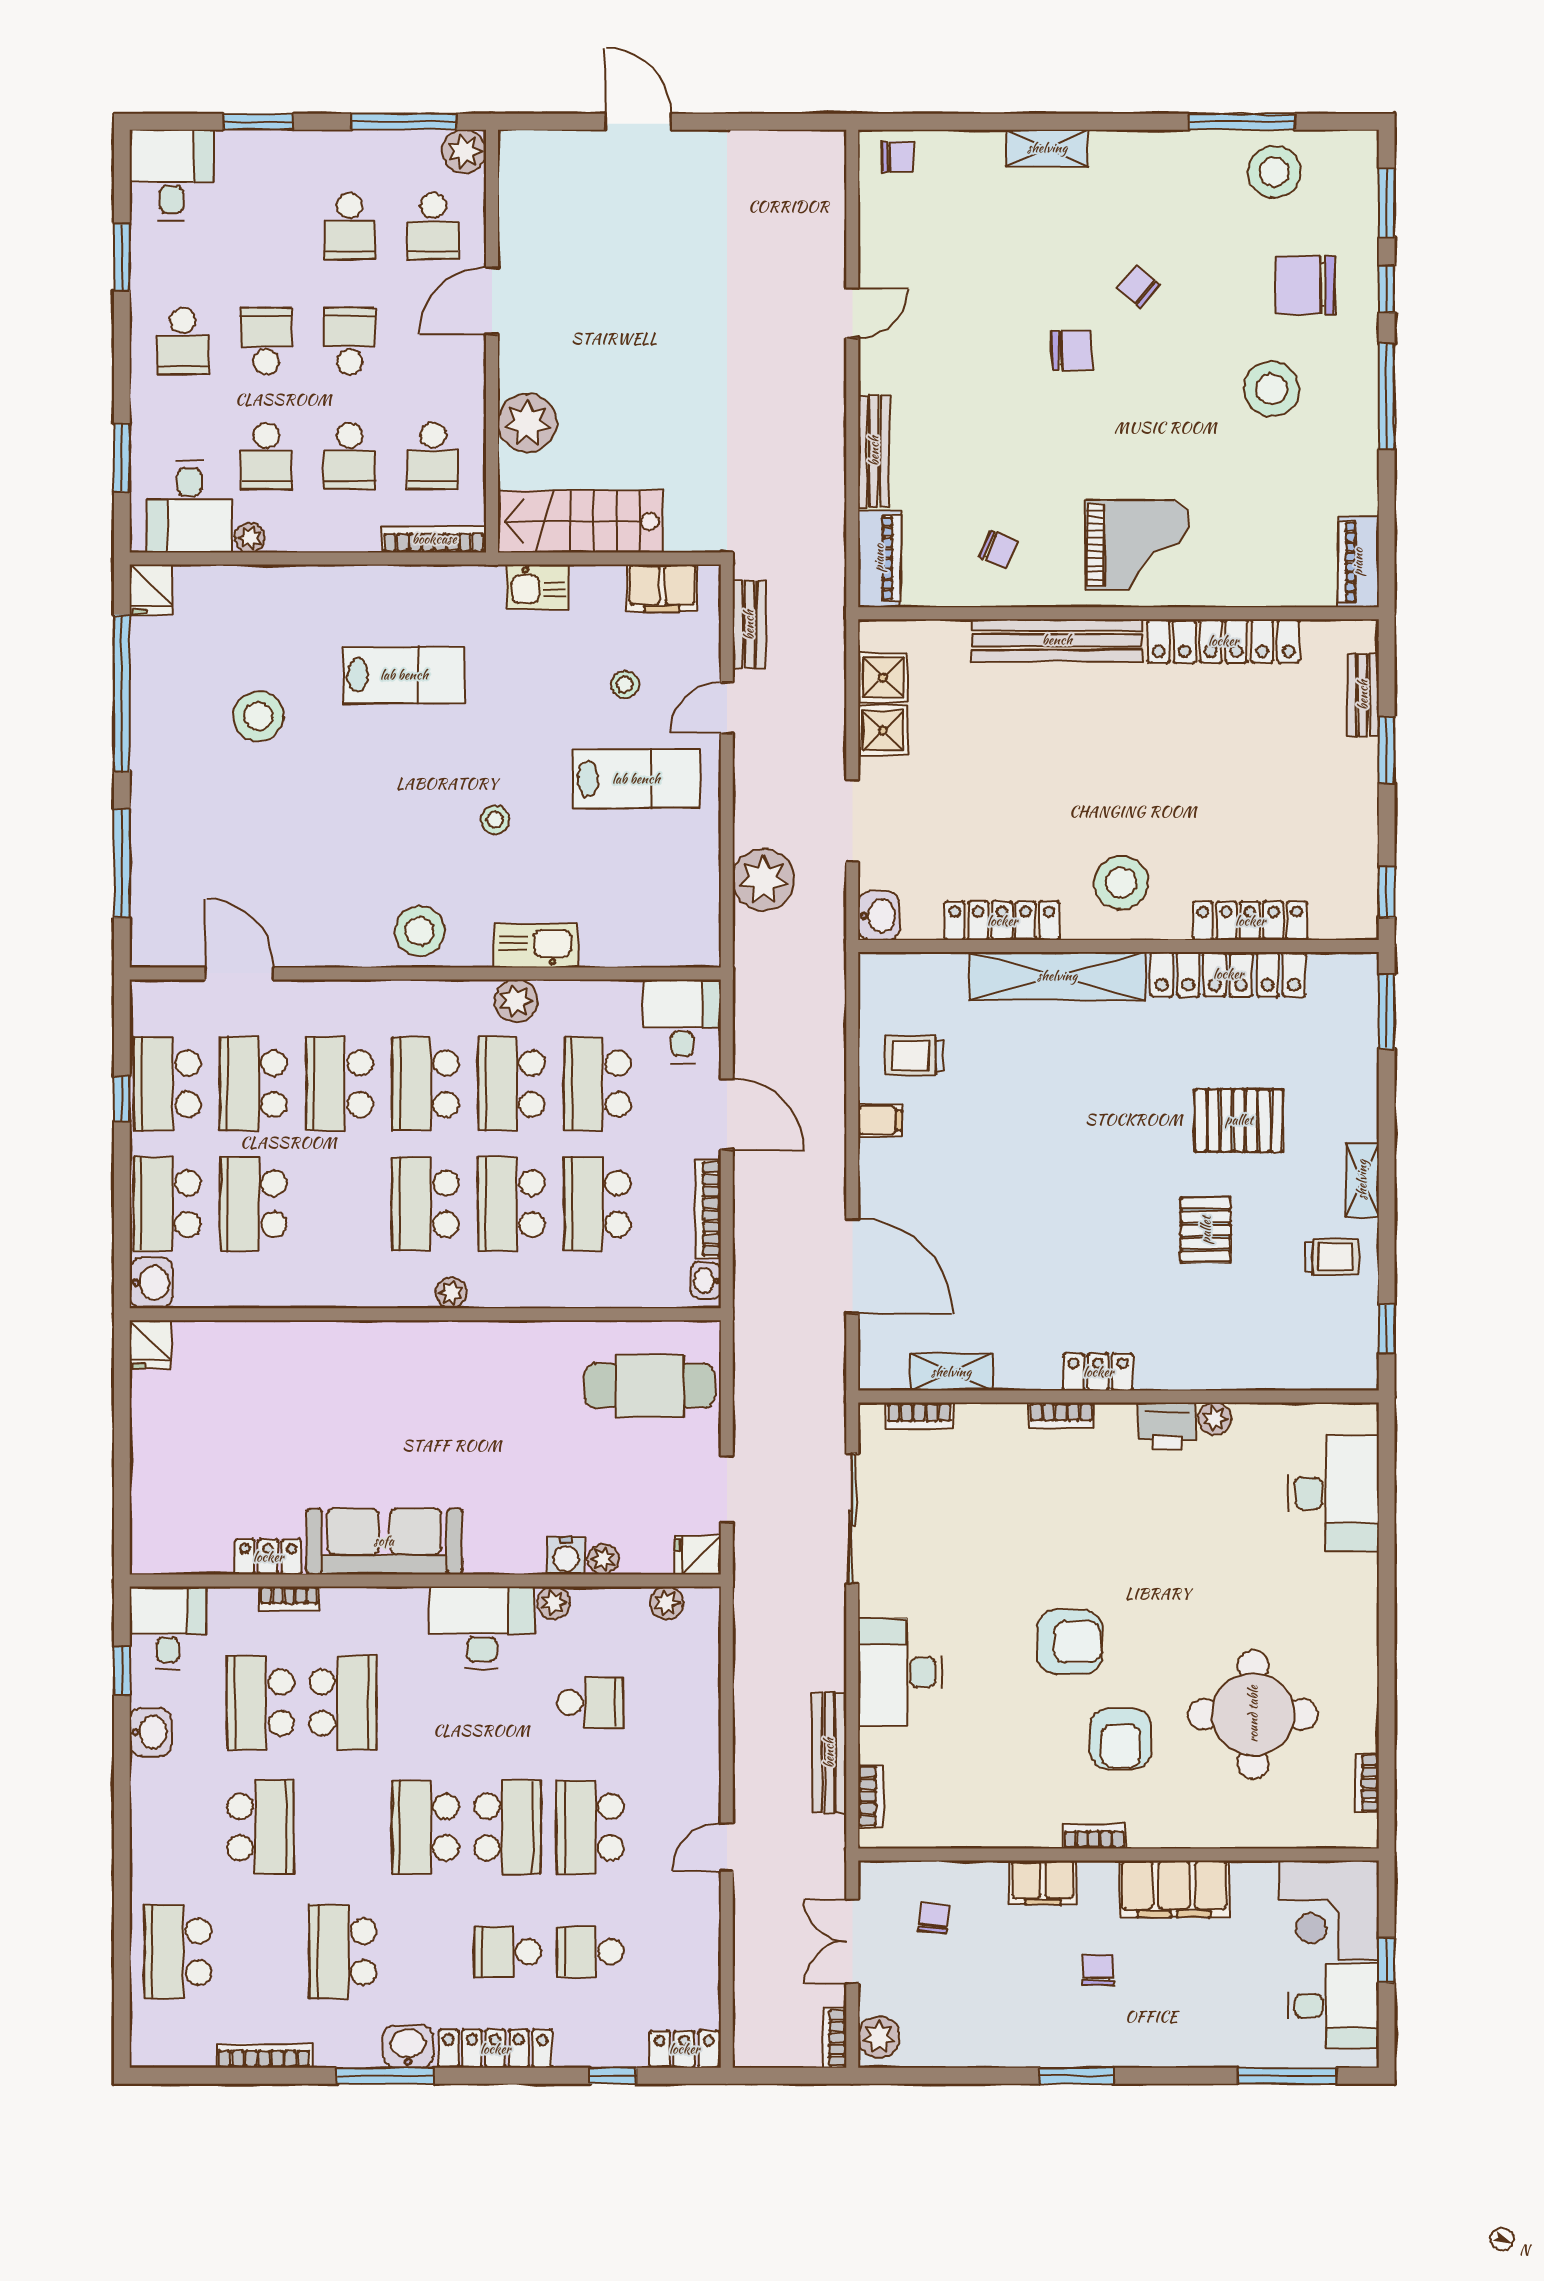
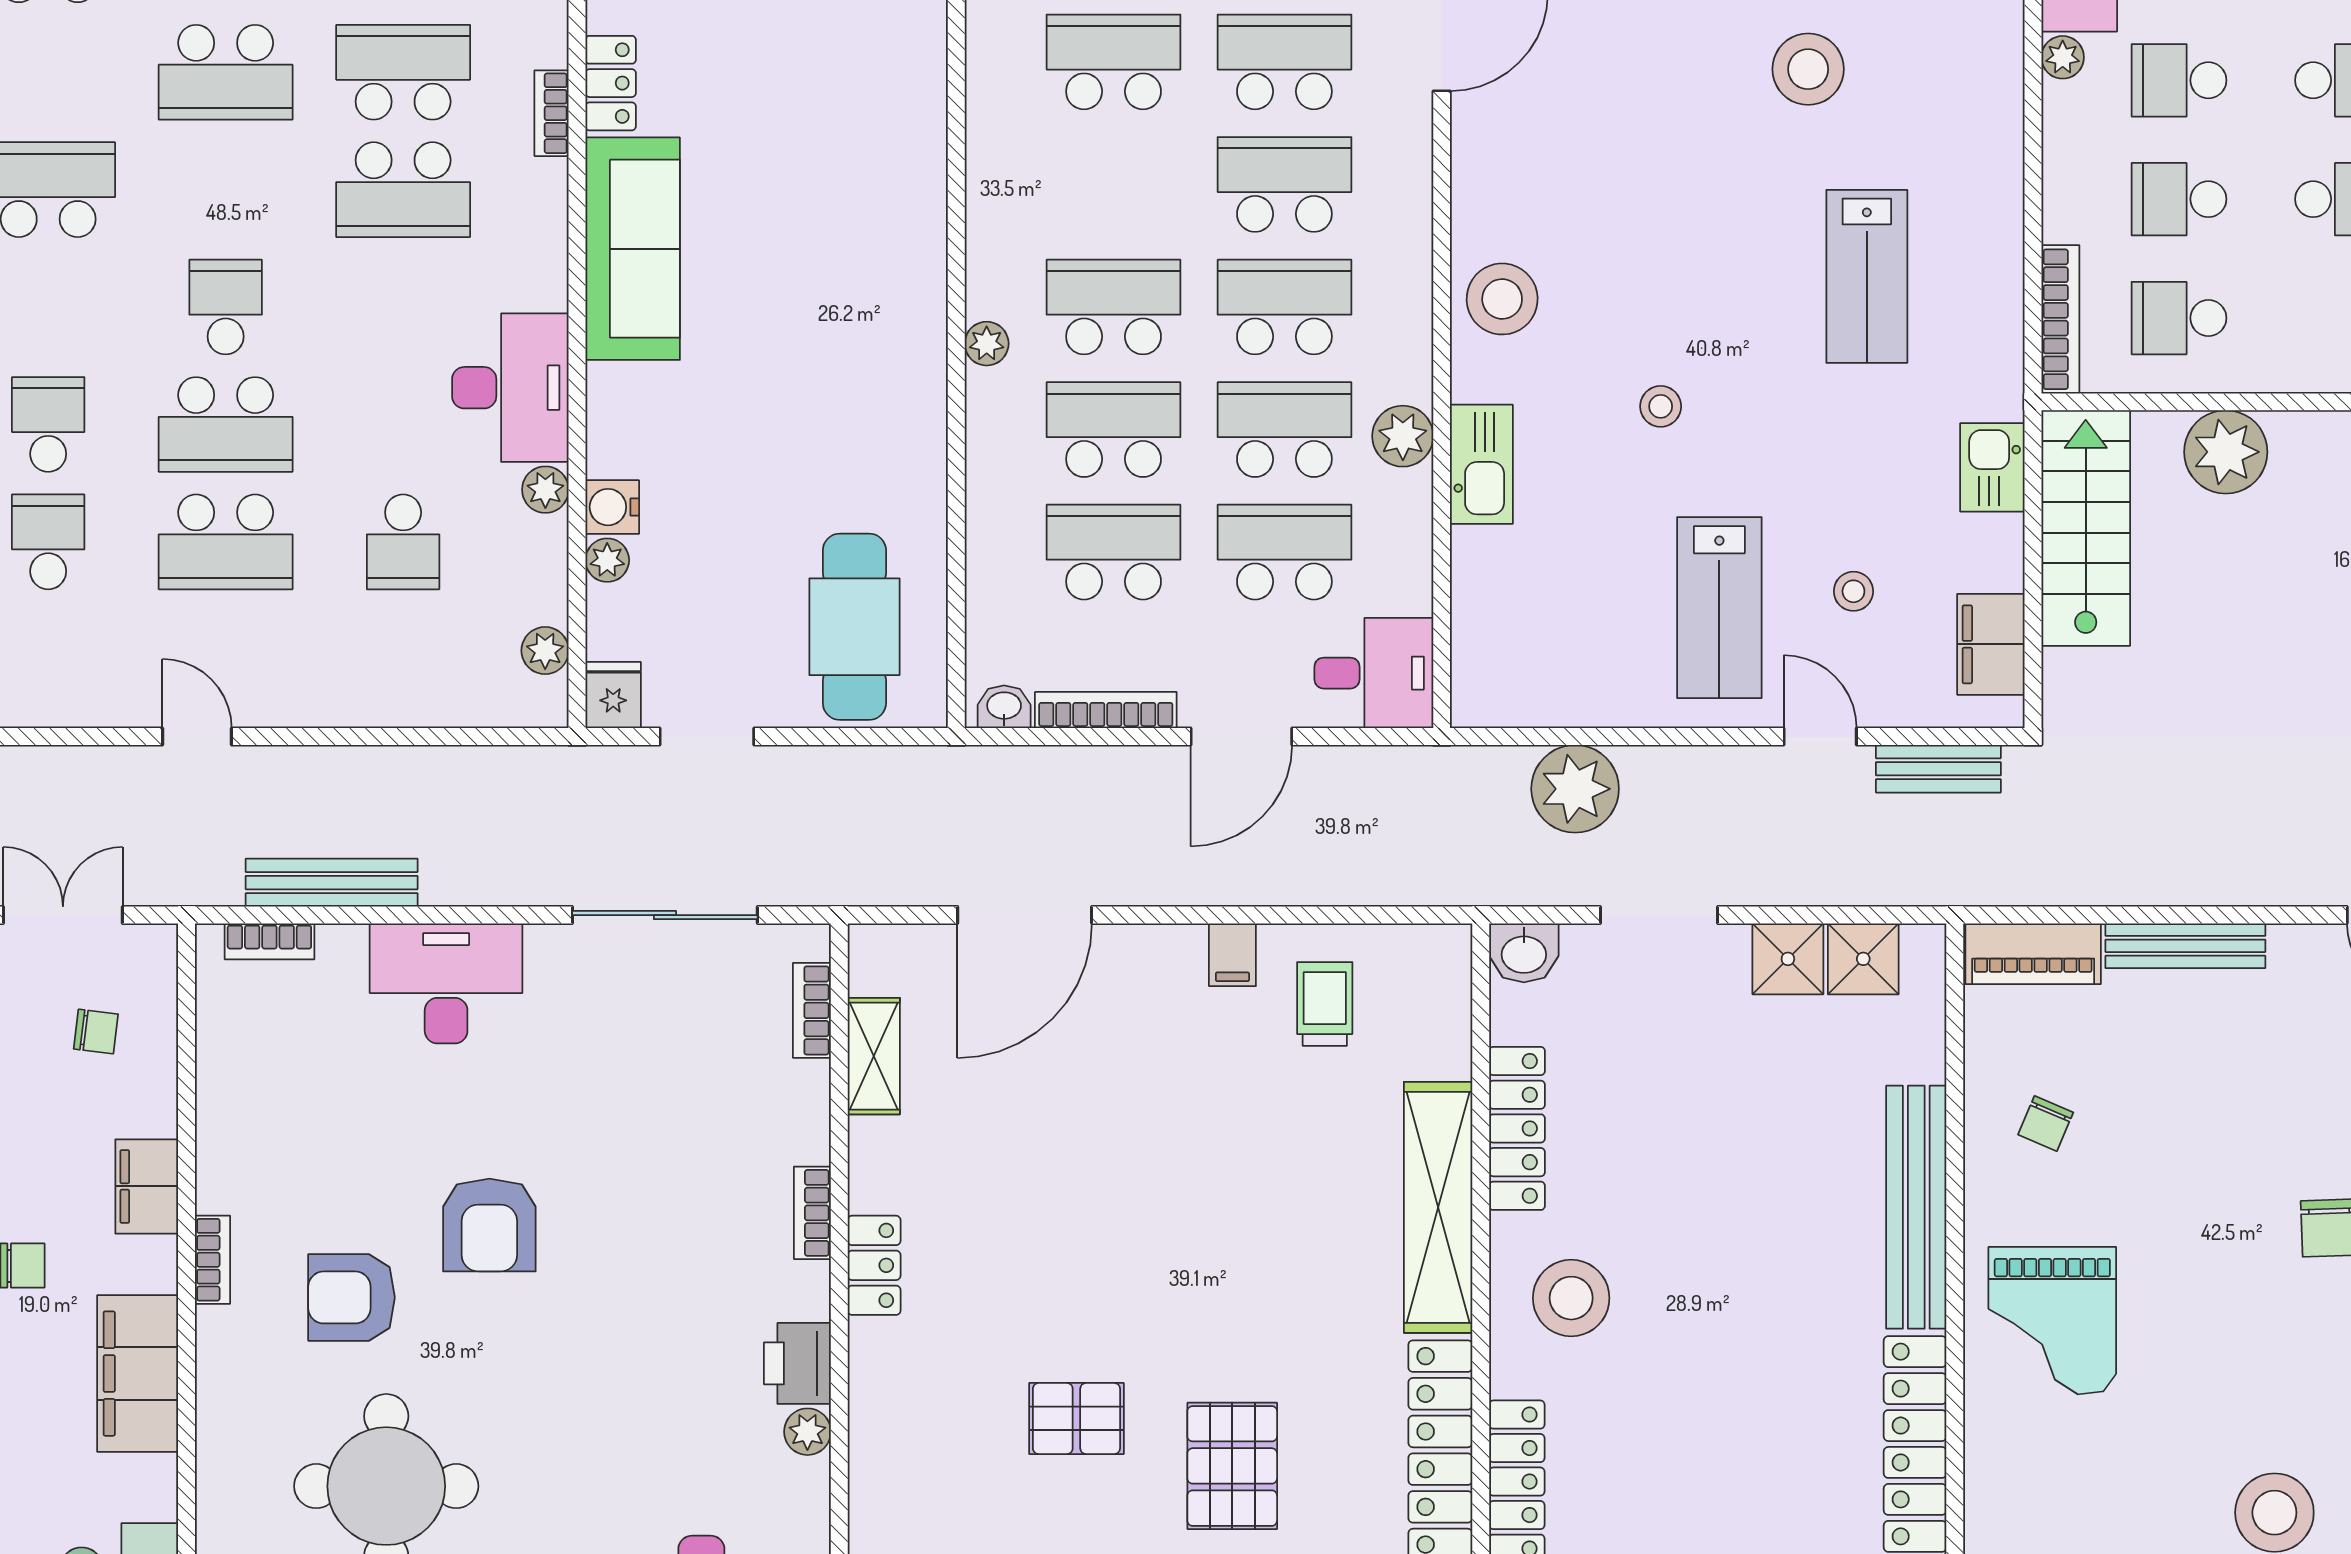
school desk: (425, 1827) -> (226, 307), width x0.54
school desk: (590, 1827) -> (226, 542), turned 180

